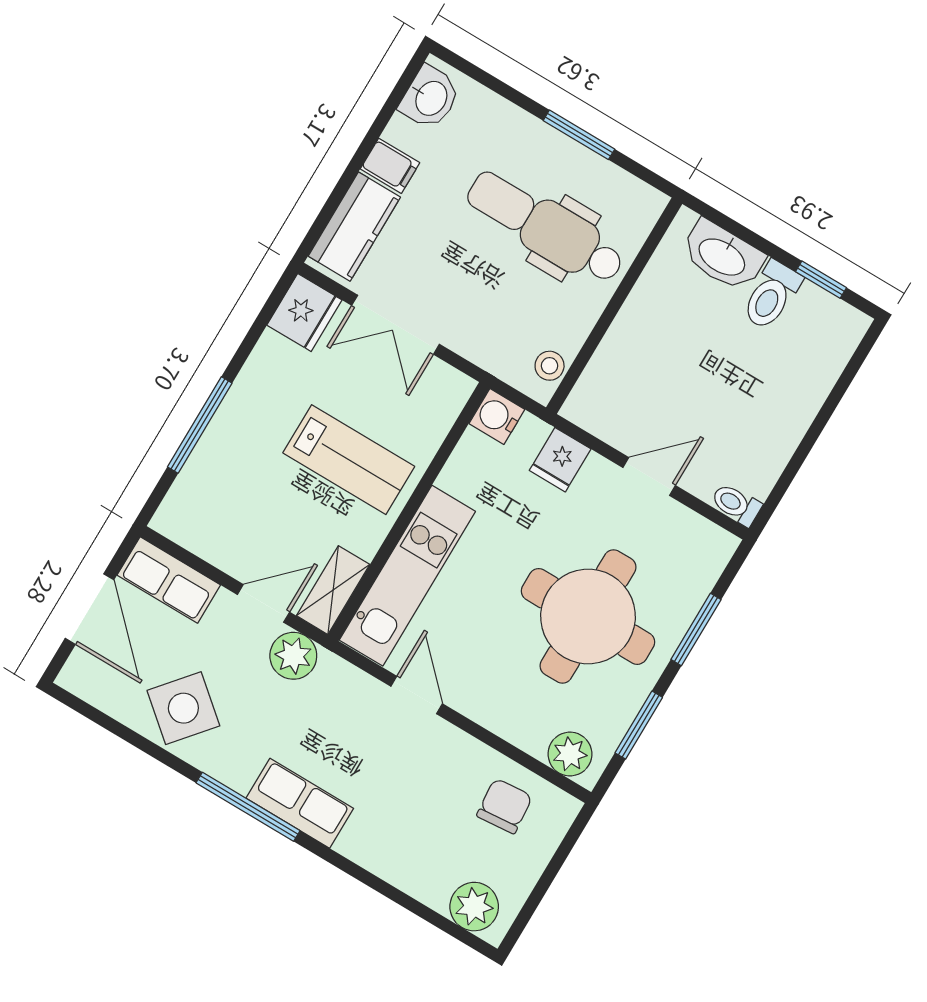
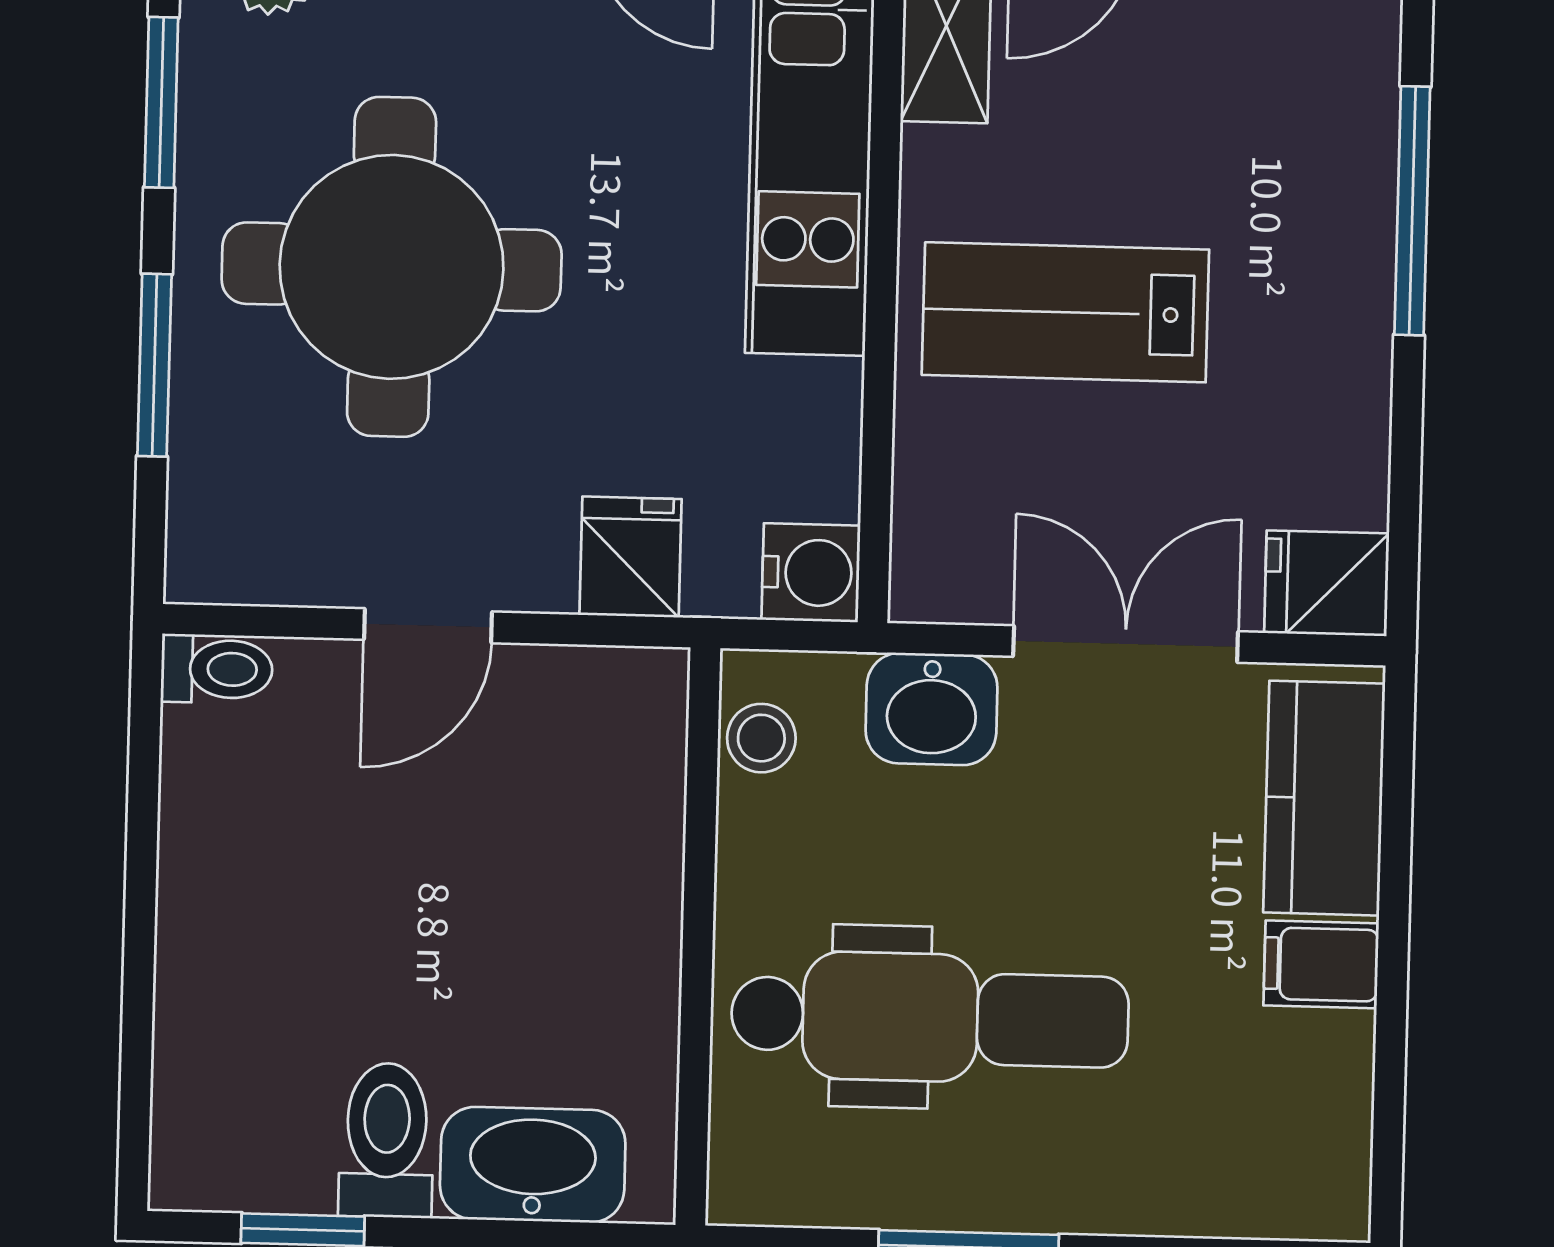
washbasin: (430, 98) -> (932, 709), moved, turned -90
fridge: (304, 313) -> (1327, 583), width x0.72

